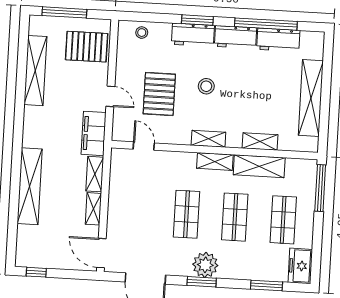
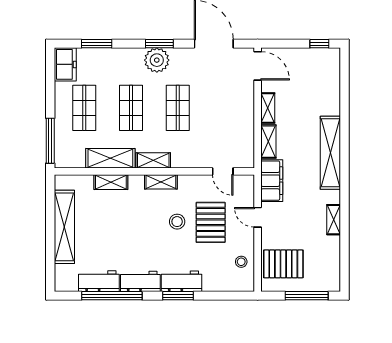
stool: (142, 33) -> (241, 262), moved
shelving: (35, 71) -> (334, 220), width x0.45, depth x0.75
stool: (206, 86) -> (177, 222), moved
shelving: (30, 186) -> (330, 153), moved

